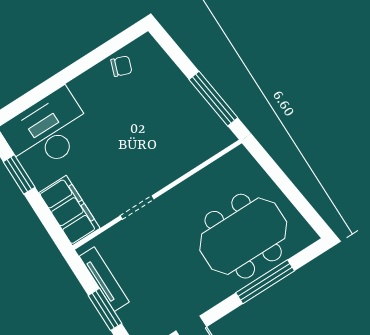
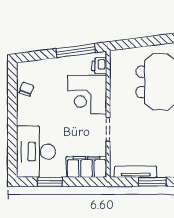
printer: (213, 143) -> (99, 66), added
corner desk: (165, 151) -> (87, 95), added

